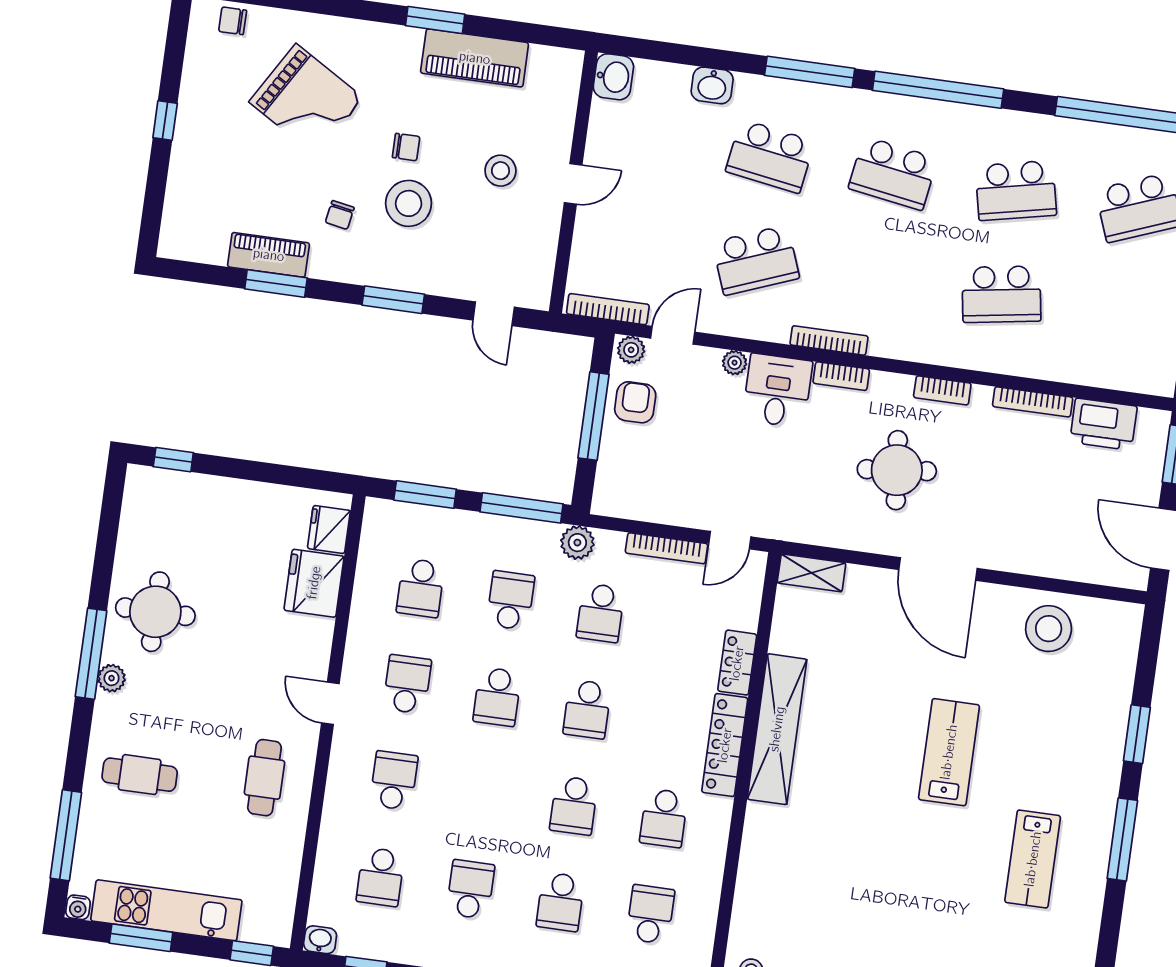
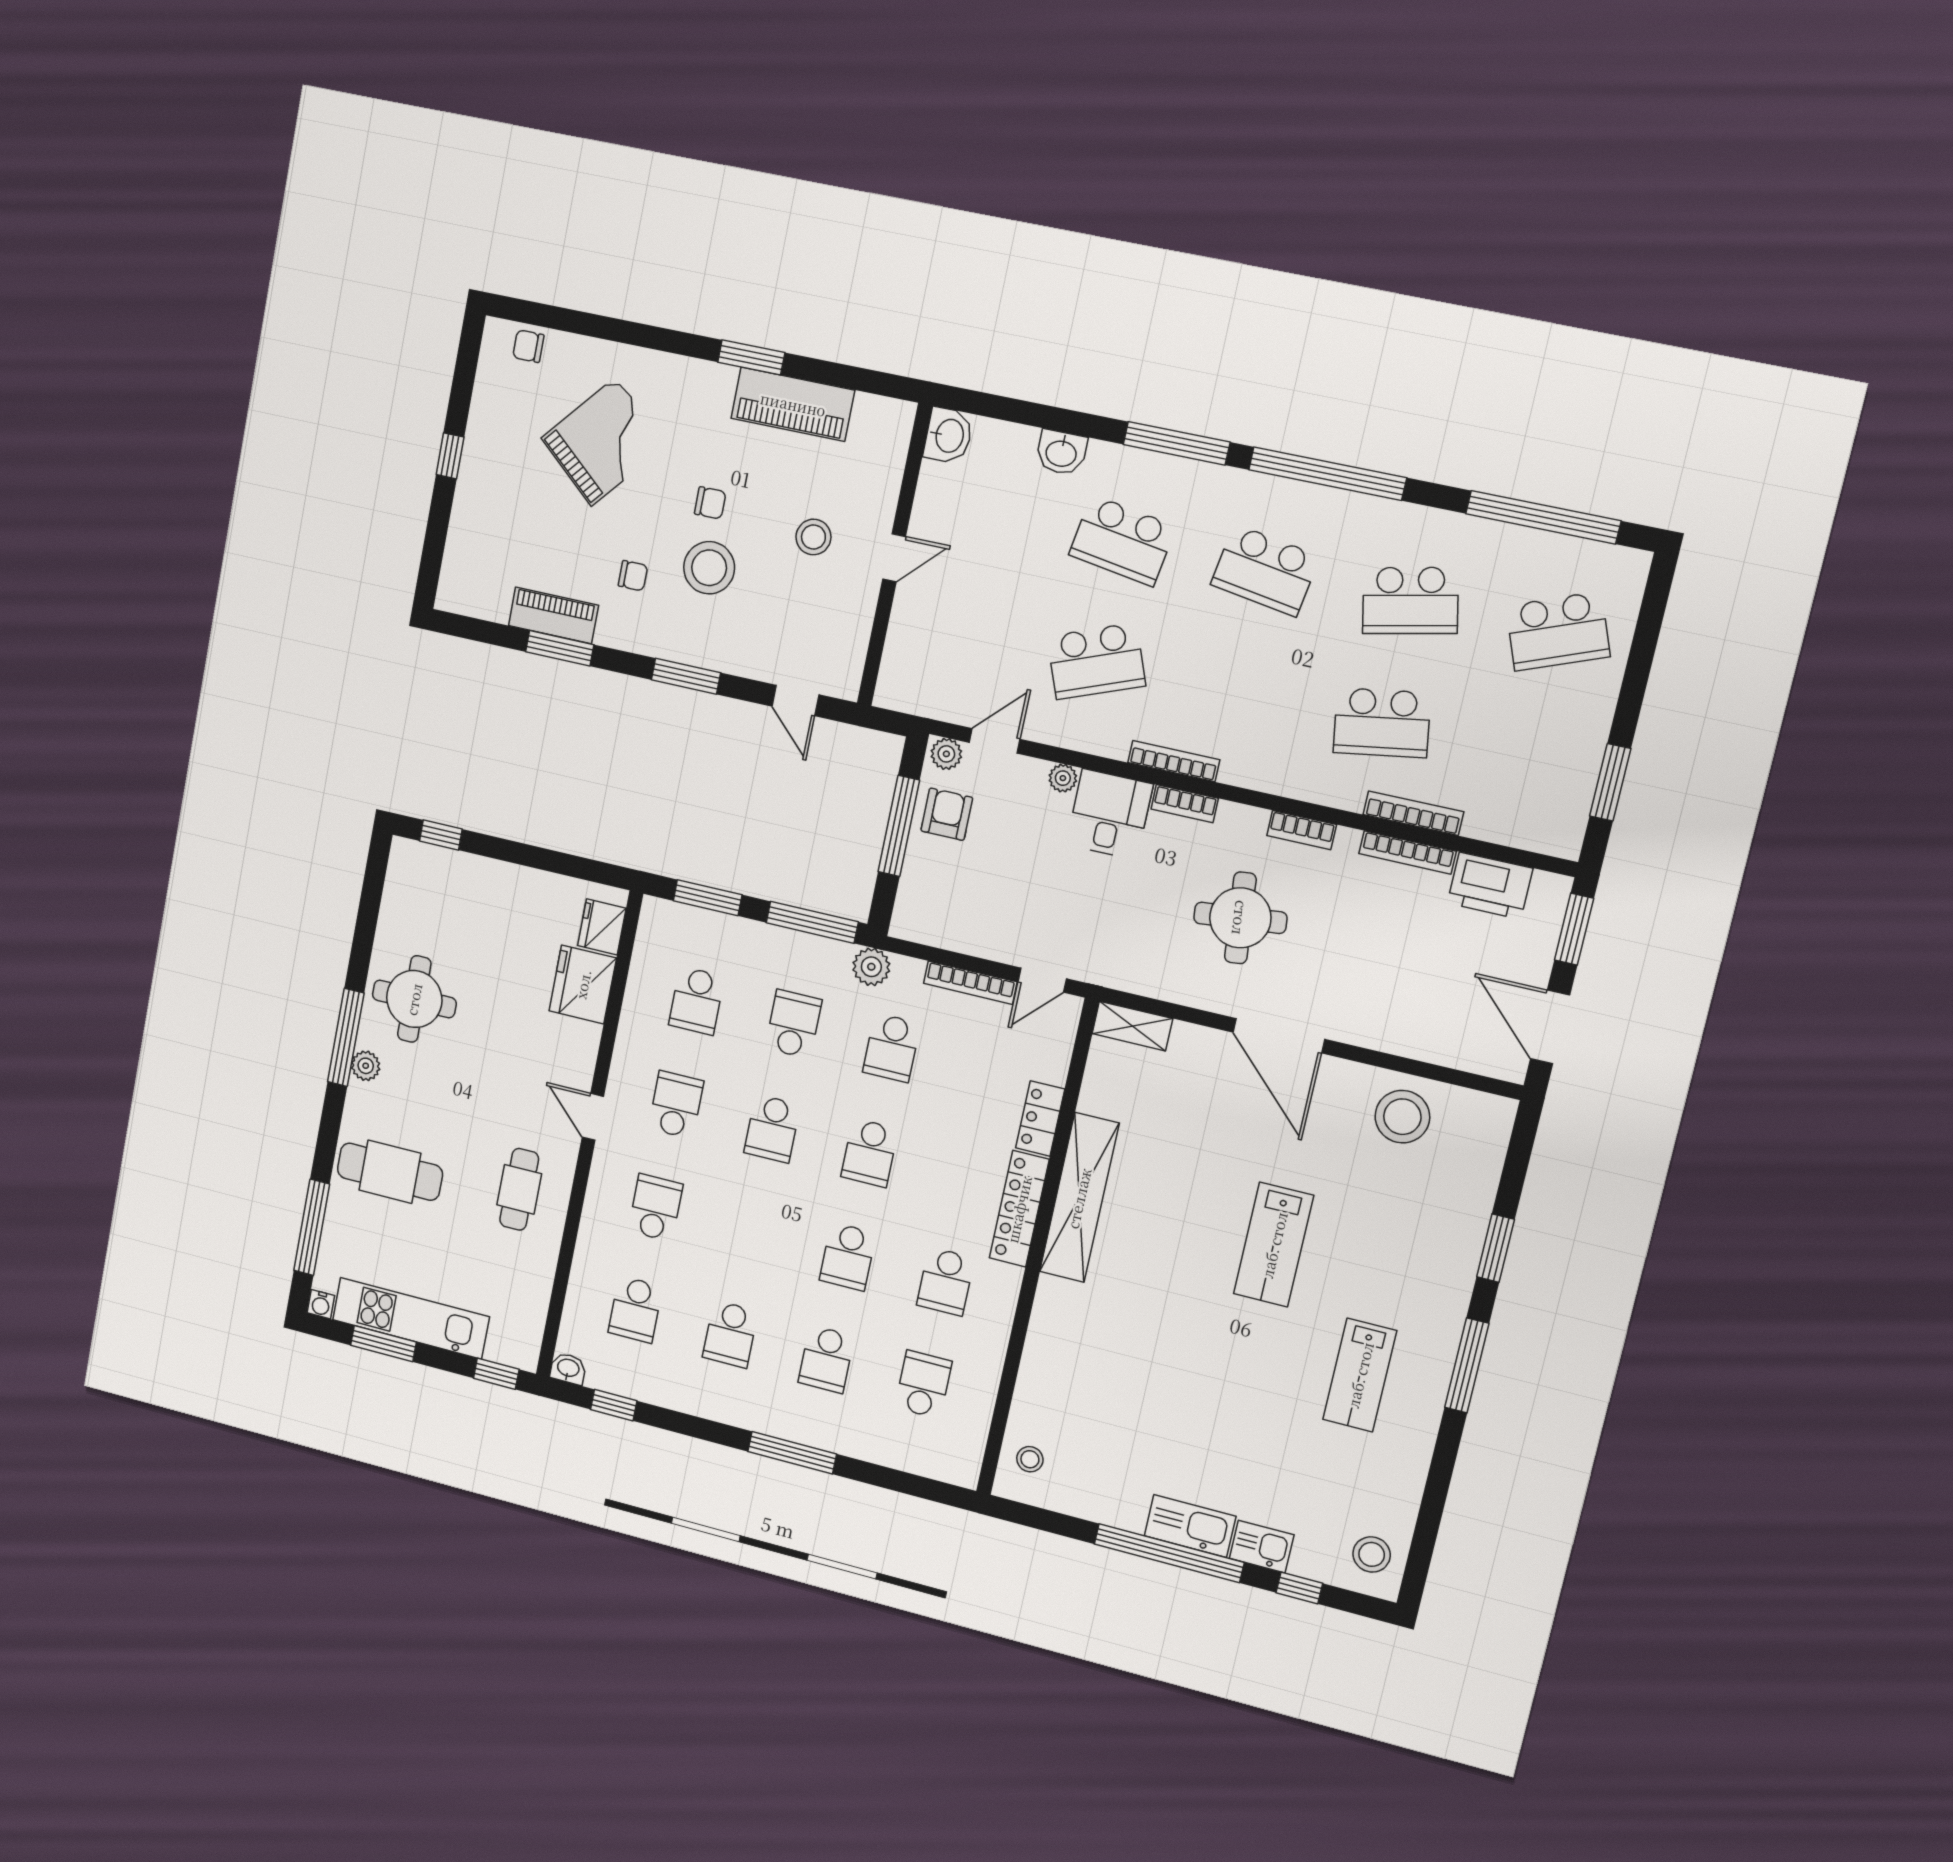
grand piano: (306, 100) -> (604, 442), turned -80
chair: (340, 215) -> (633, 576), turned -100
bookcase: (608, 309) -> (1413, 813), moved
lab bench: (949, 752) -> (1274, 1245), turned 180
cafe table: (140, 775) -> (390, 1172), width x1.37, depth x1.35
school desk: (470, 889) -> (730, 1334), turned 180

